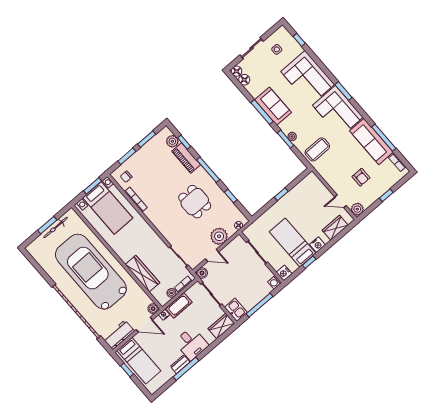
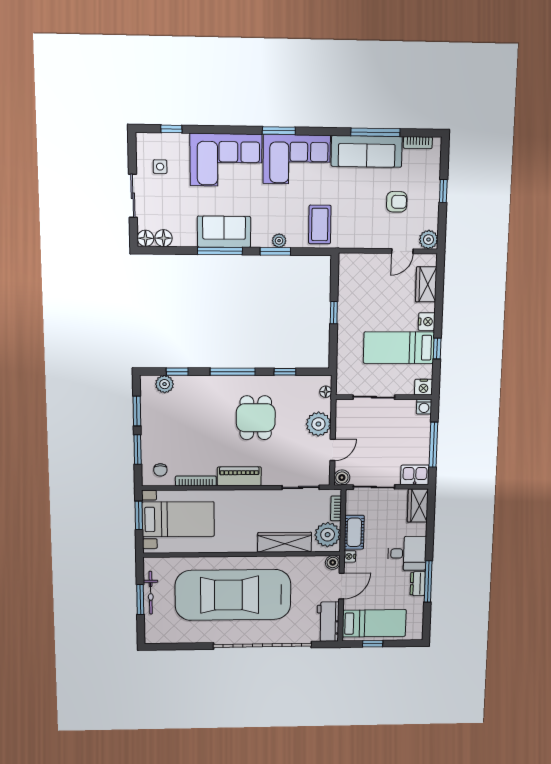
piano: (186, 158) -> (239, 476), moved, turned 180
dining table: (195, 202) -> (256, 418), turned 90
plant: (171, 293) -> (328, 535), width x1.88, depth x1.88

